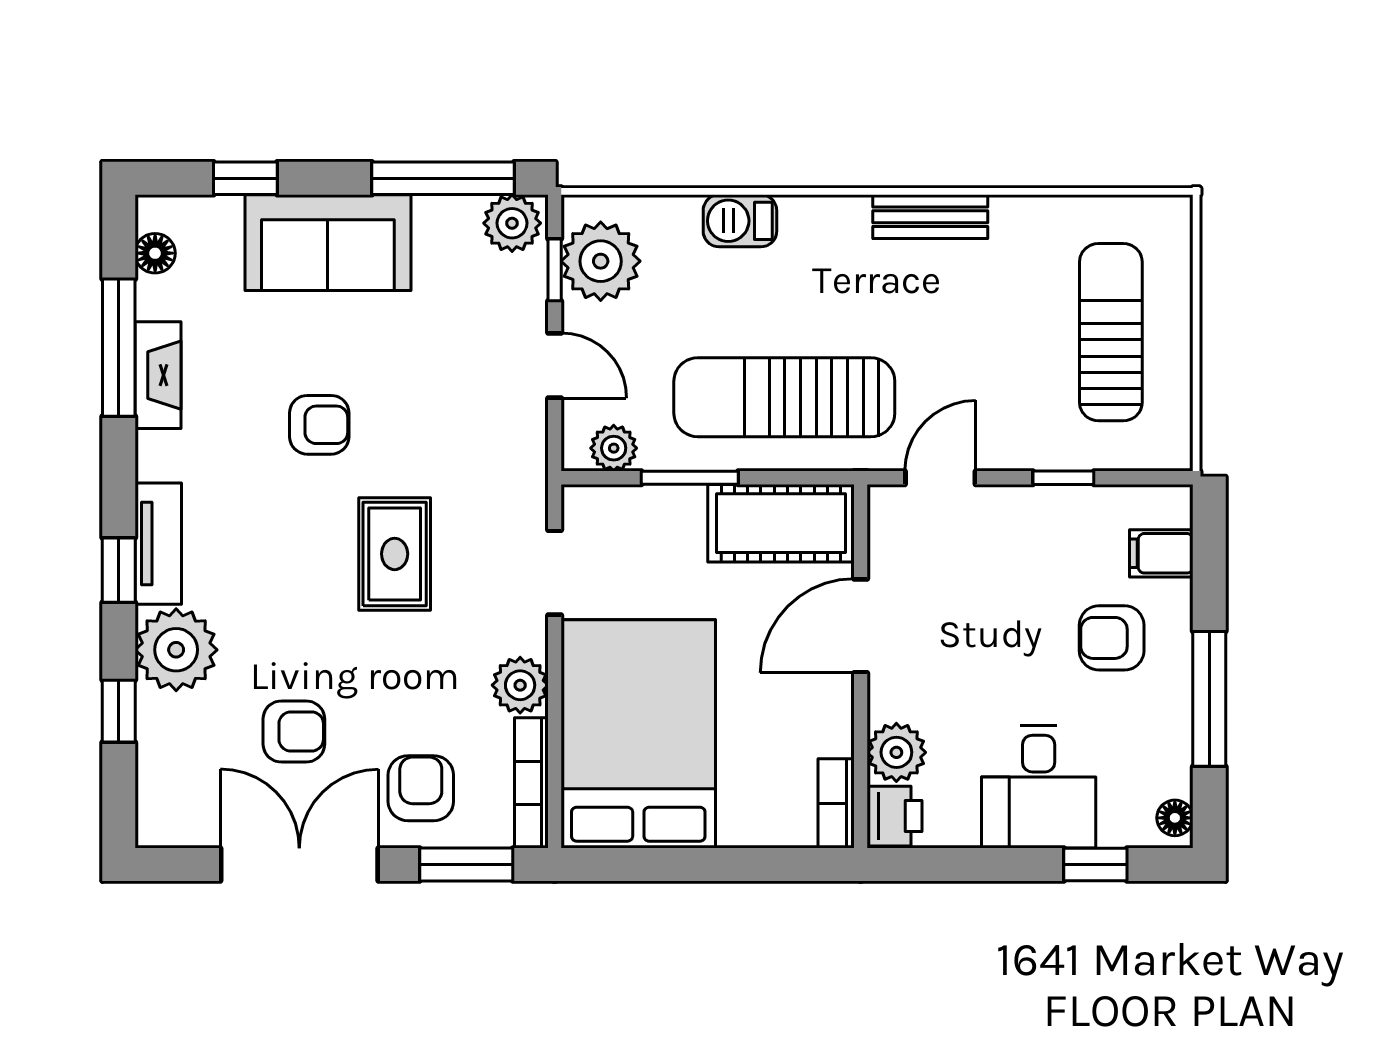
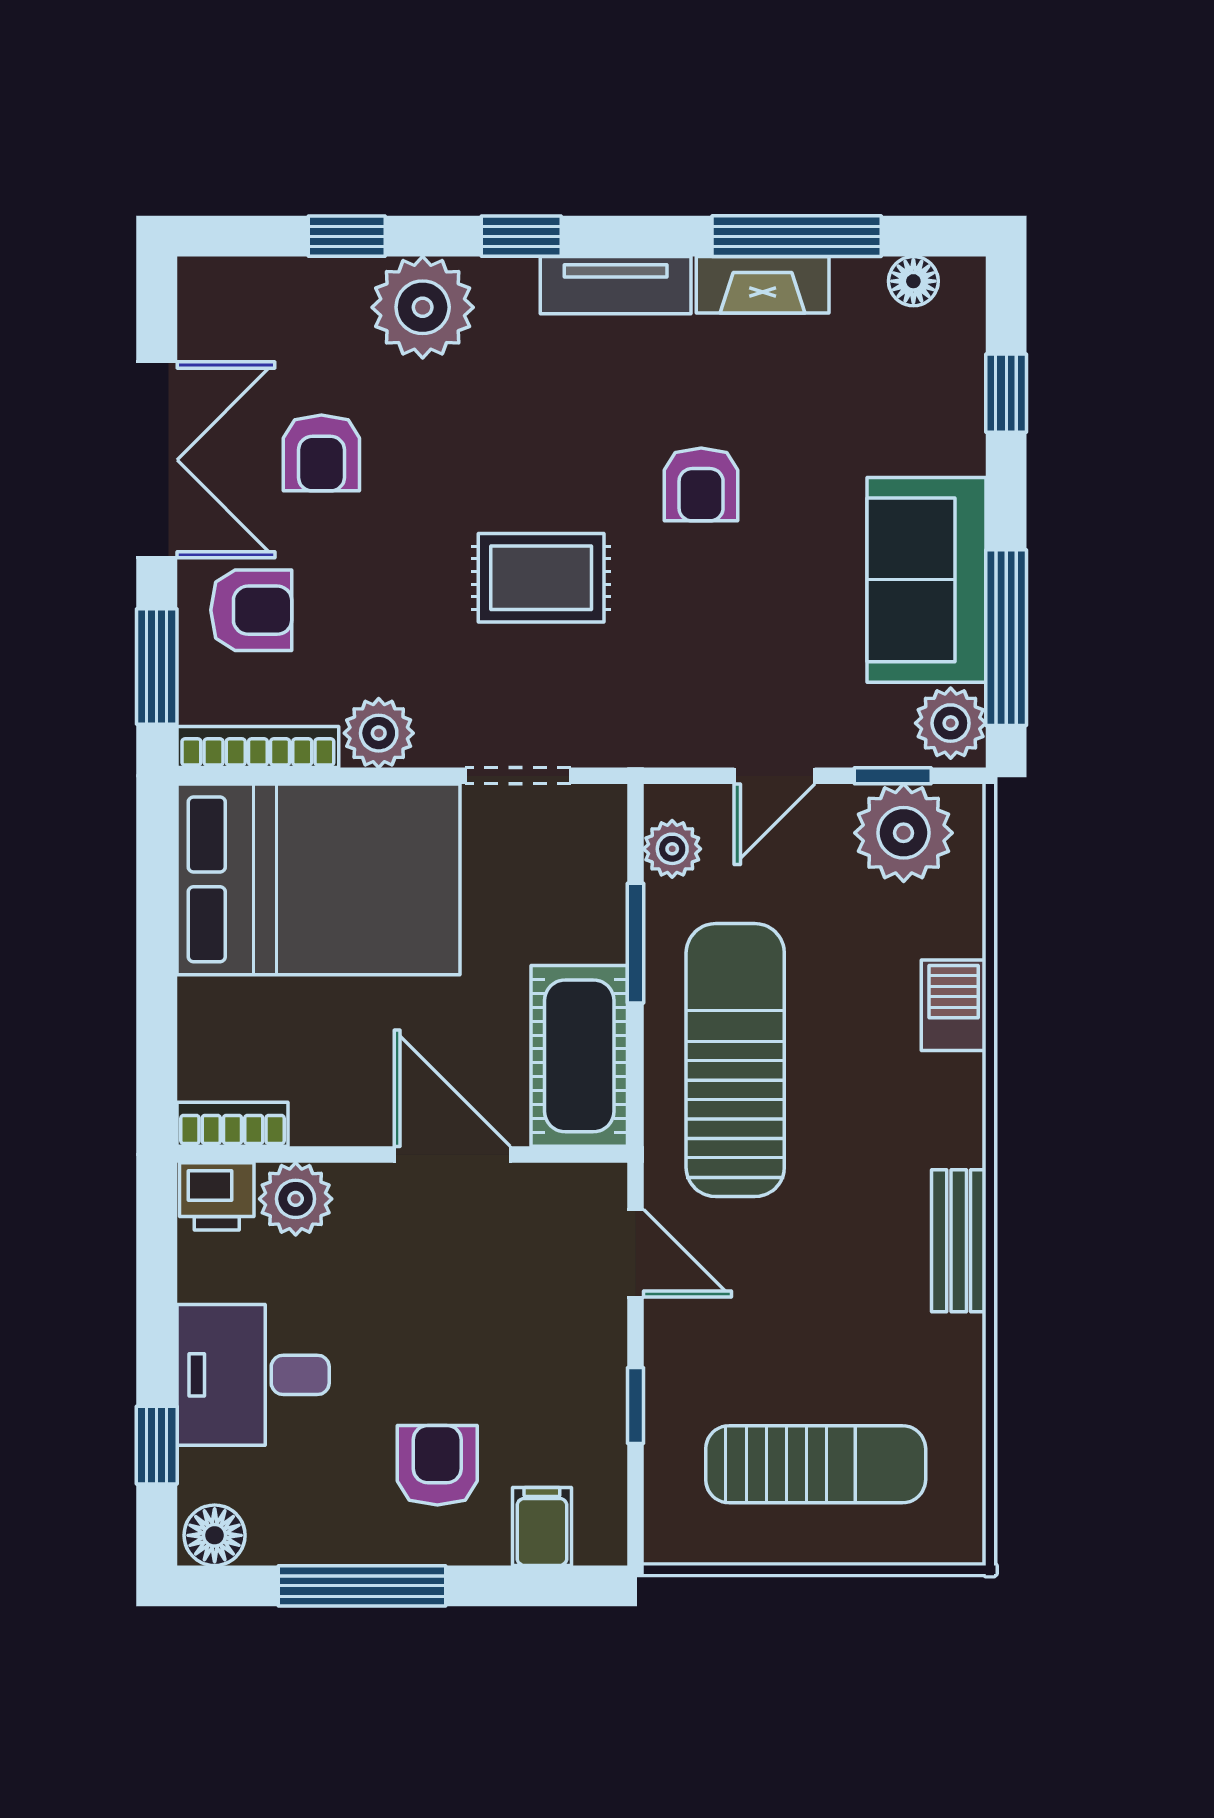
sofa: (328, 243) -> (927, 580), moved
tv unit: (158, 544) -> (616, 285), moved
floor lamp: (1175, 818) -> (215, 1535), width x1.37, depth x1.37

